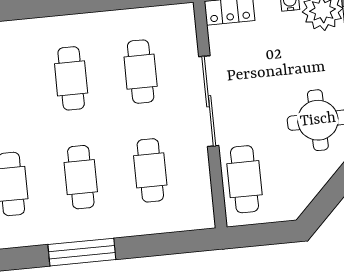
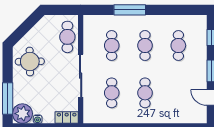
window: (82, 252) -> (130, 10), moved

